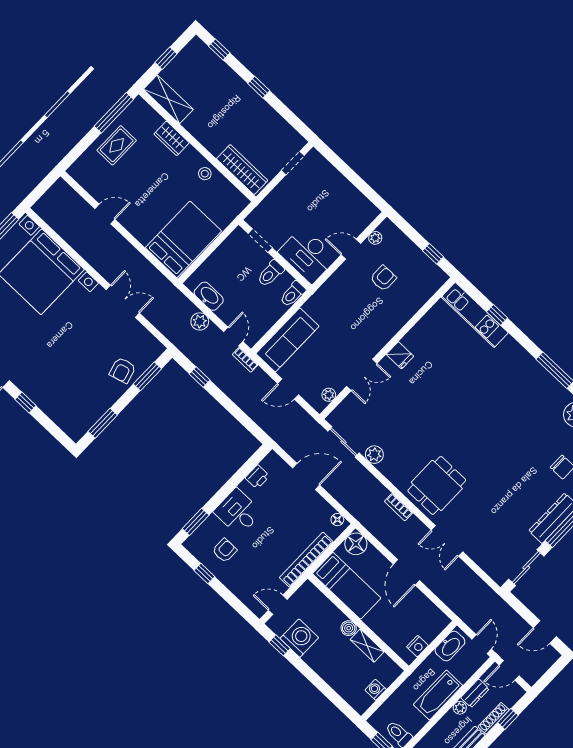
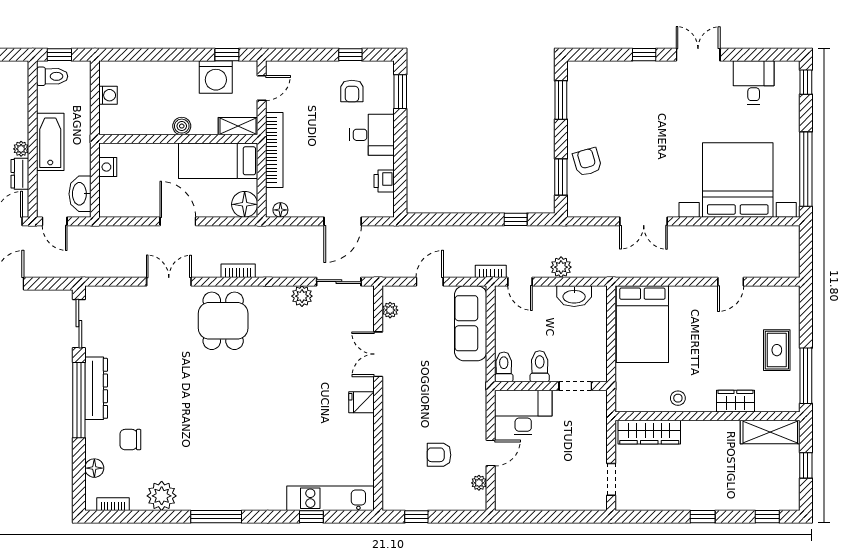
armchair: (383, 278) -> (439, 455), turned 90
shelving: (367, 646) -> (238, 126), moved

